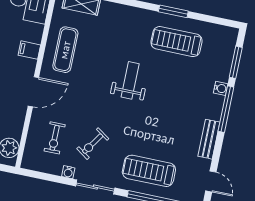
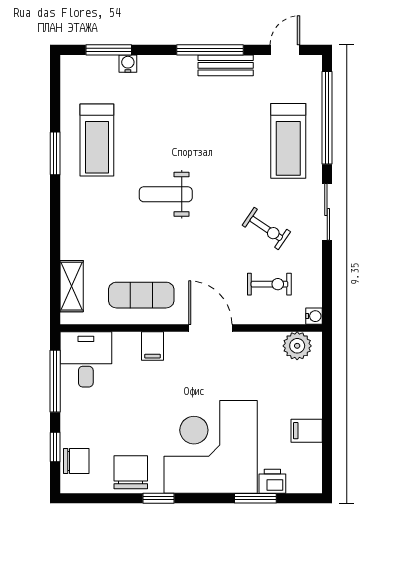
water cooler: (221, 88) -> (128, 64), moved
window: (226, 109) -> (210, 50), moved
water cooler: (68, 172) -> (314, 316), moved

